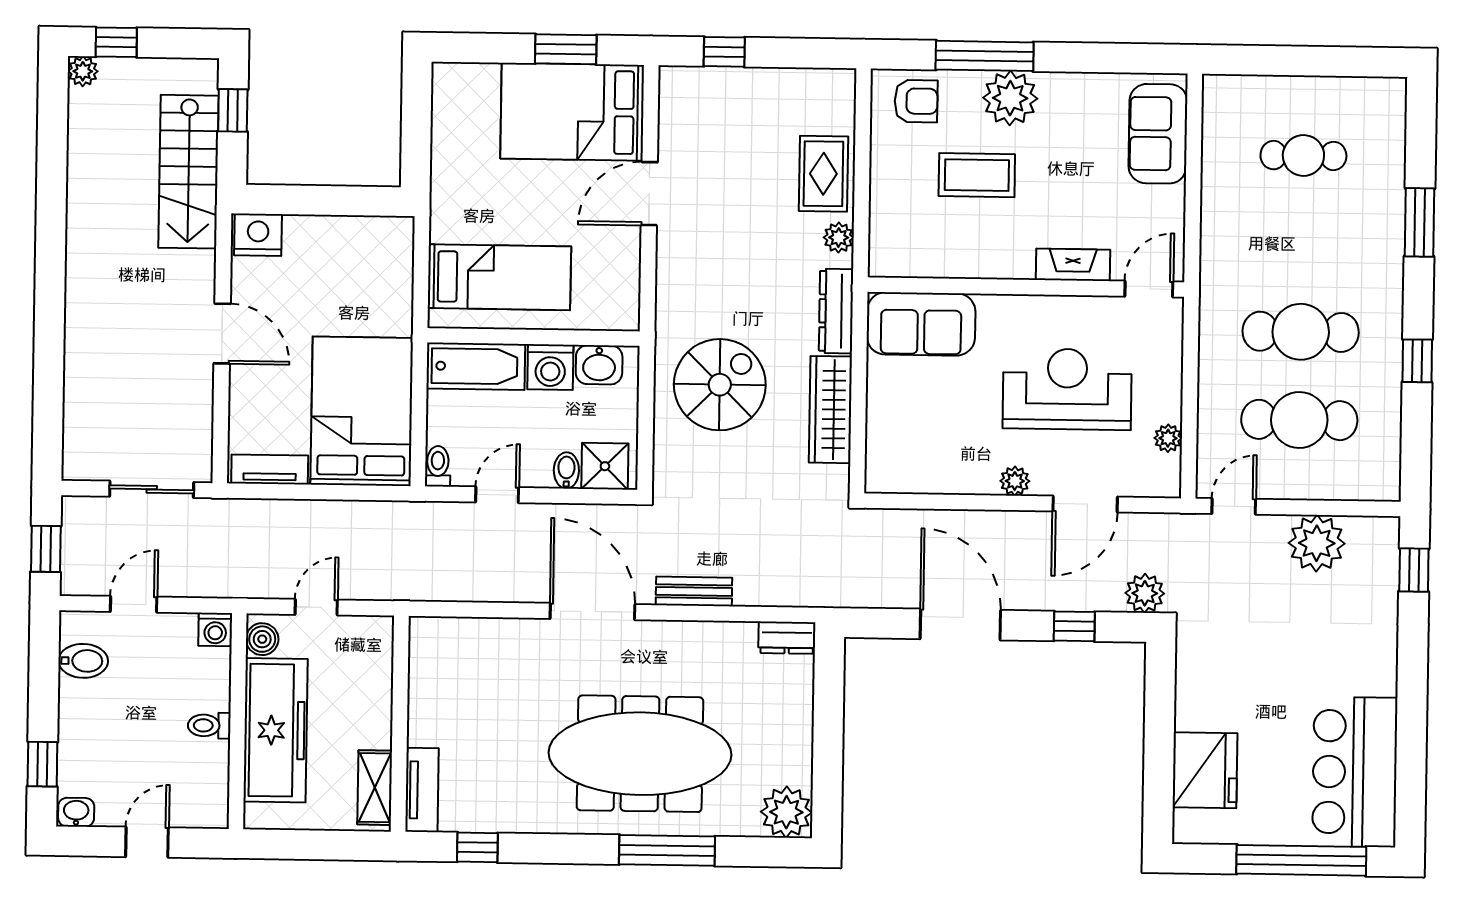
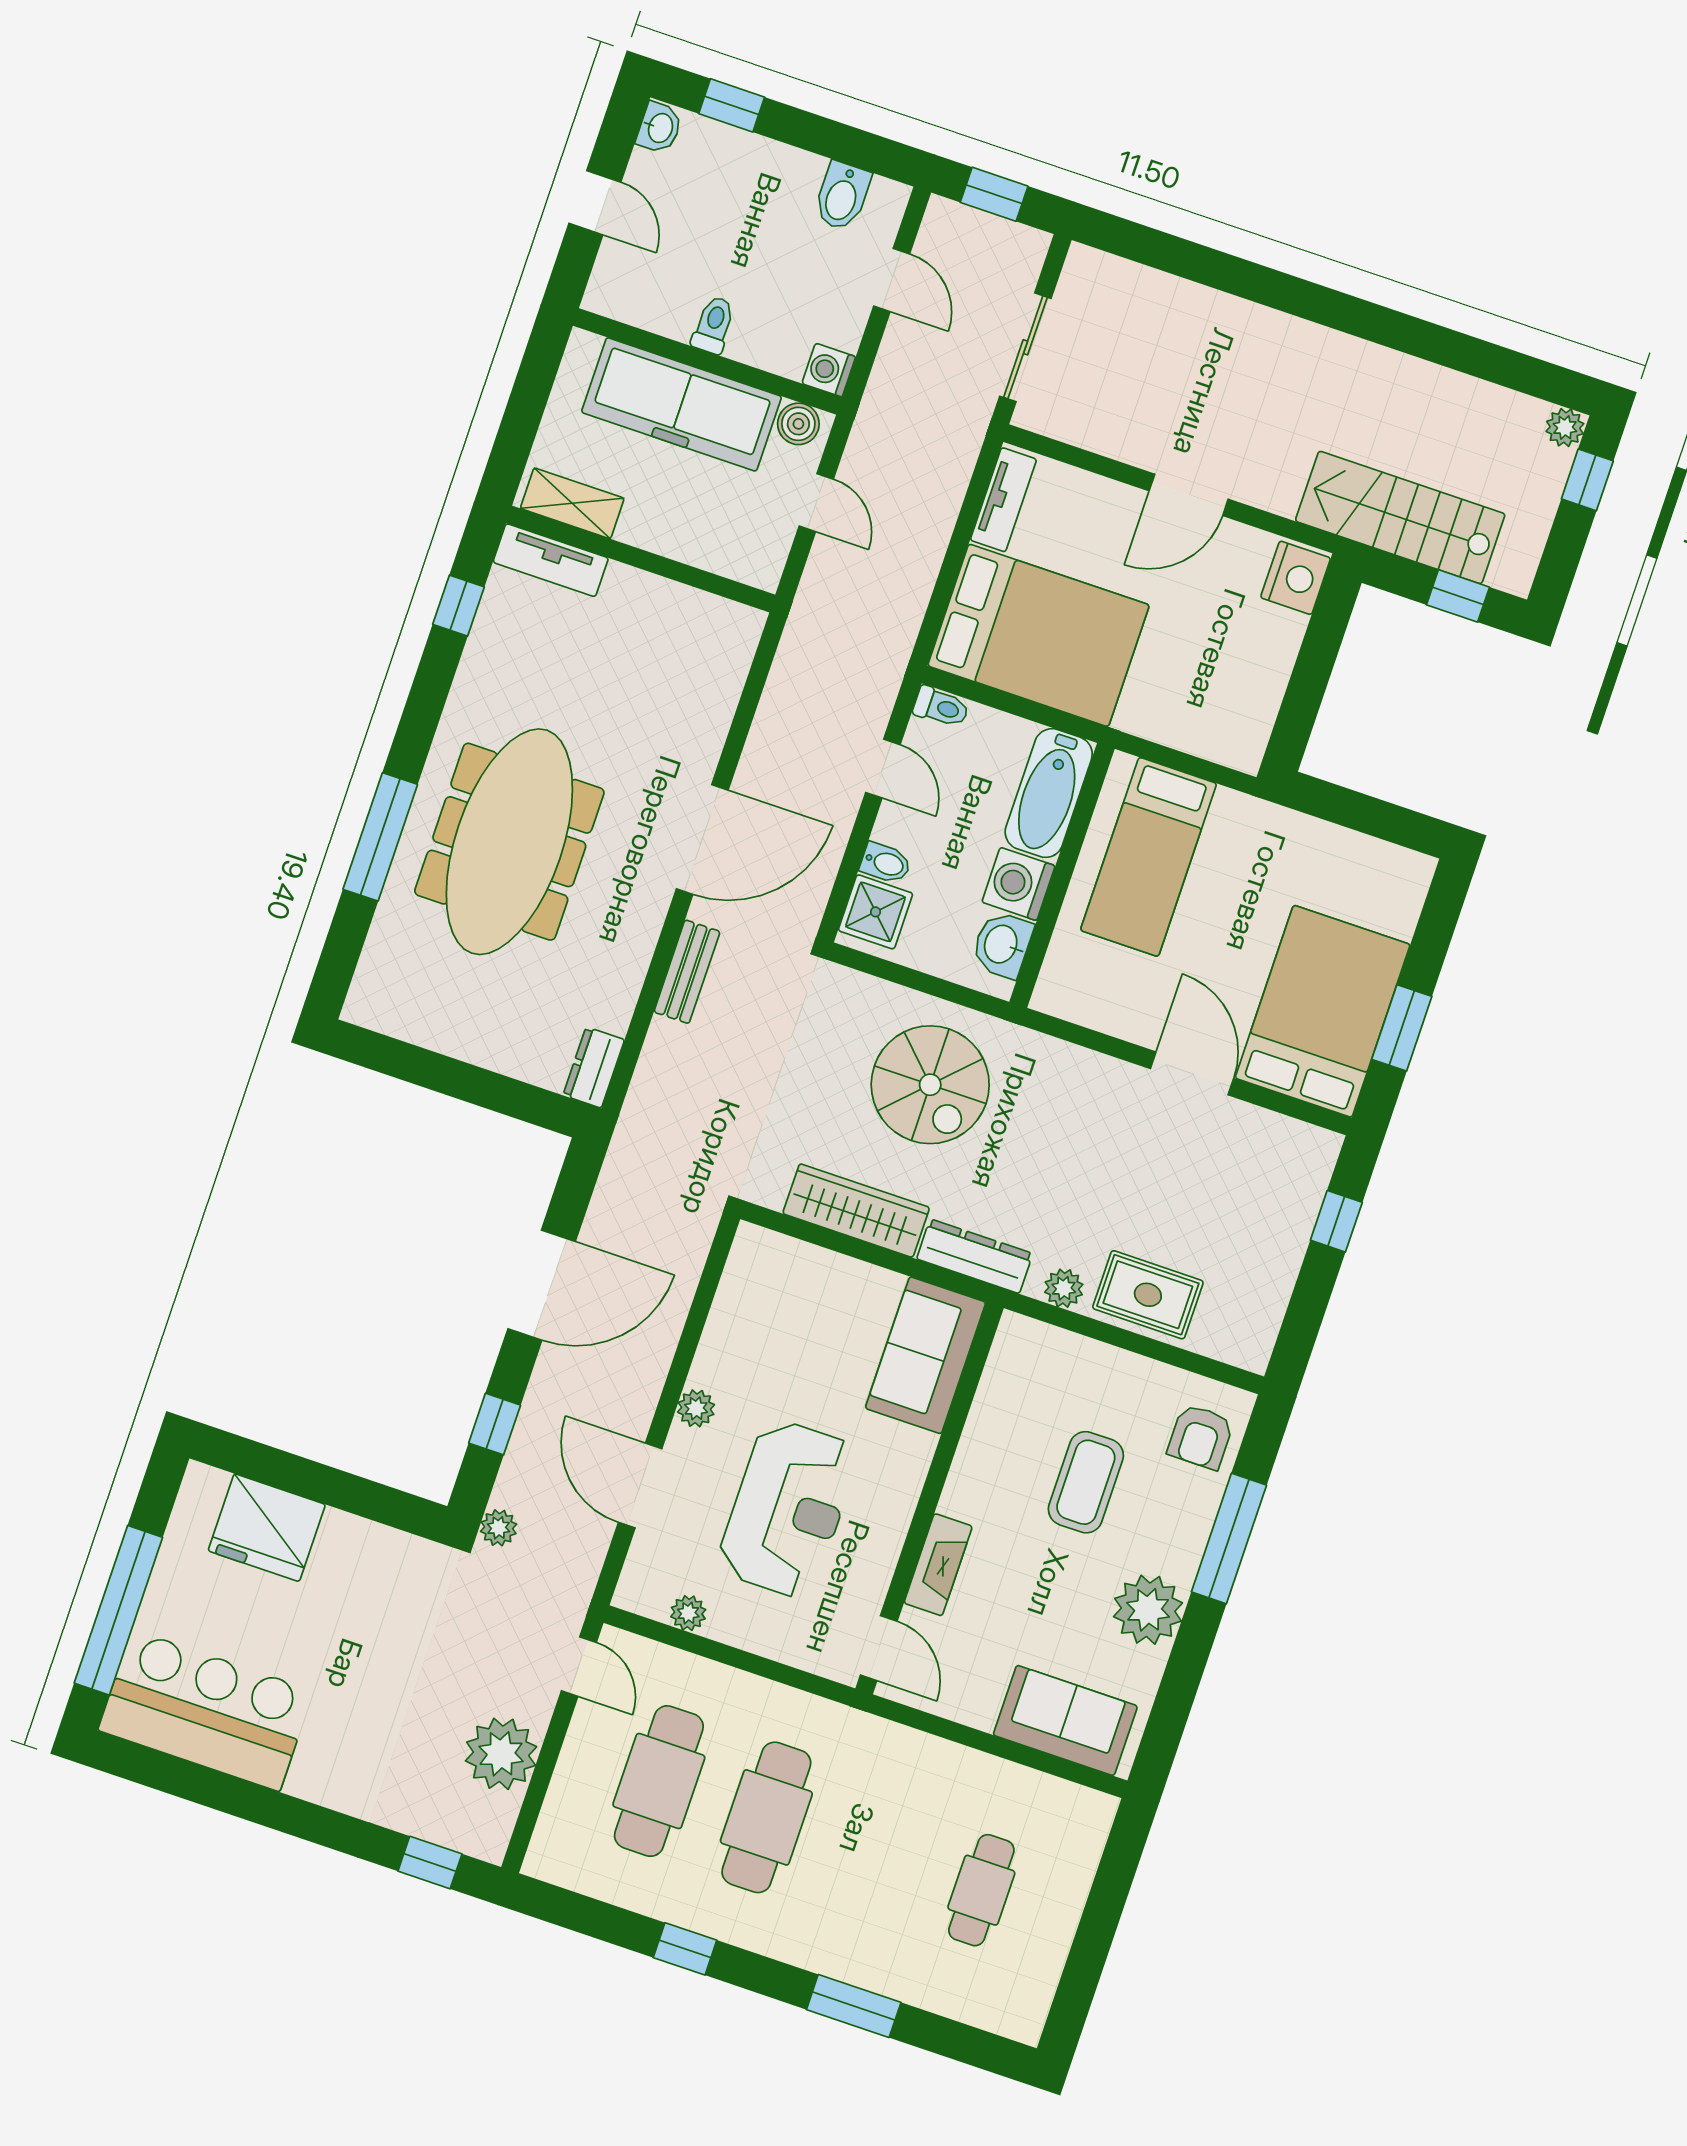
plant: (1010, 98) -> (1148, 1610), moved
plant: (1145, 593) -> (499, 1528), width x0.73, depth x0.73
plant: (786, 812) -> (380, 998), removed

